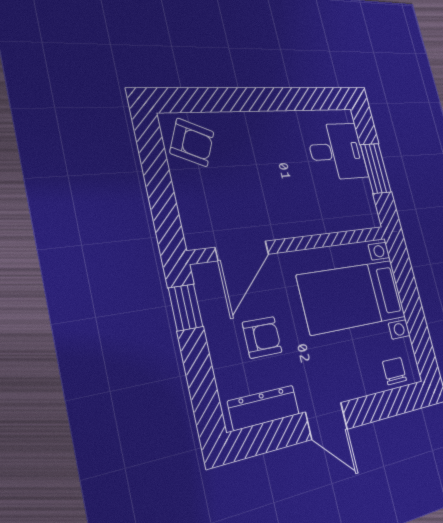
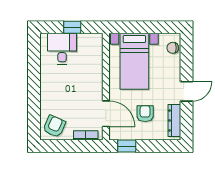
window: (376, 168) -> (72, 27), width x0.67
bookcase: (188, 212) -> (86, 135), added

